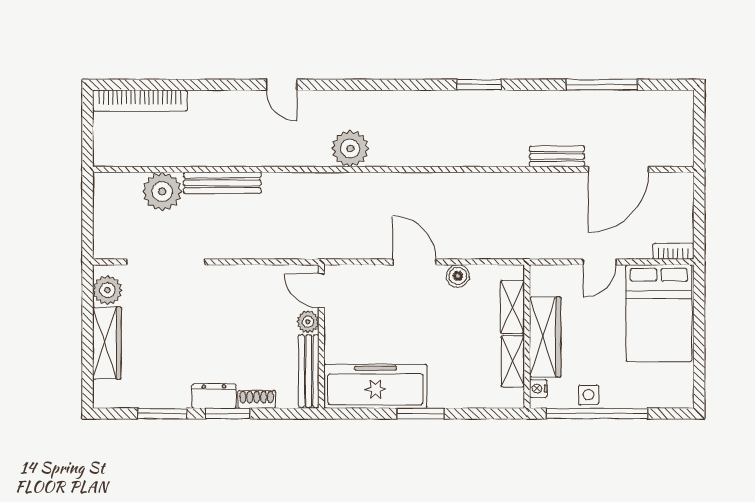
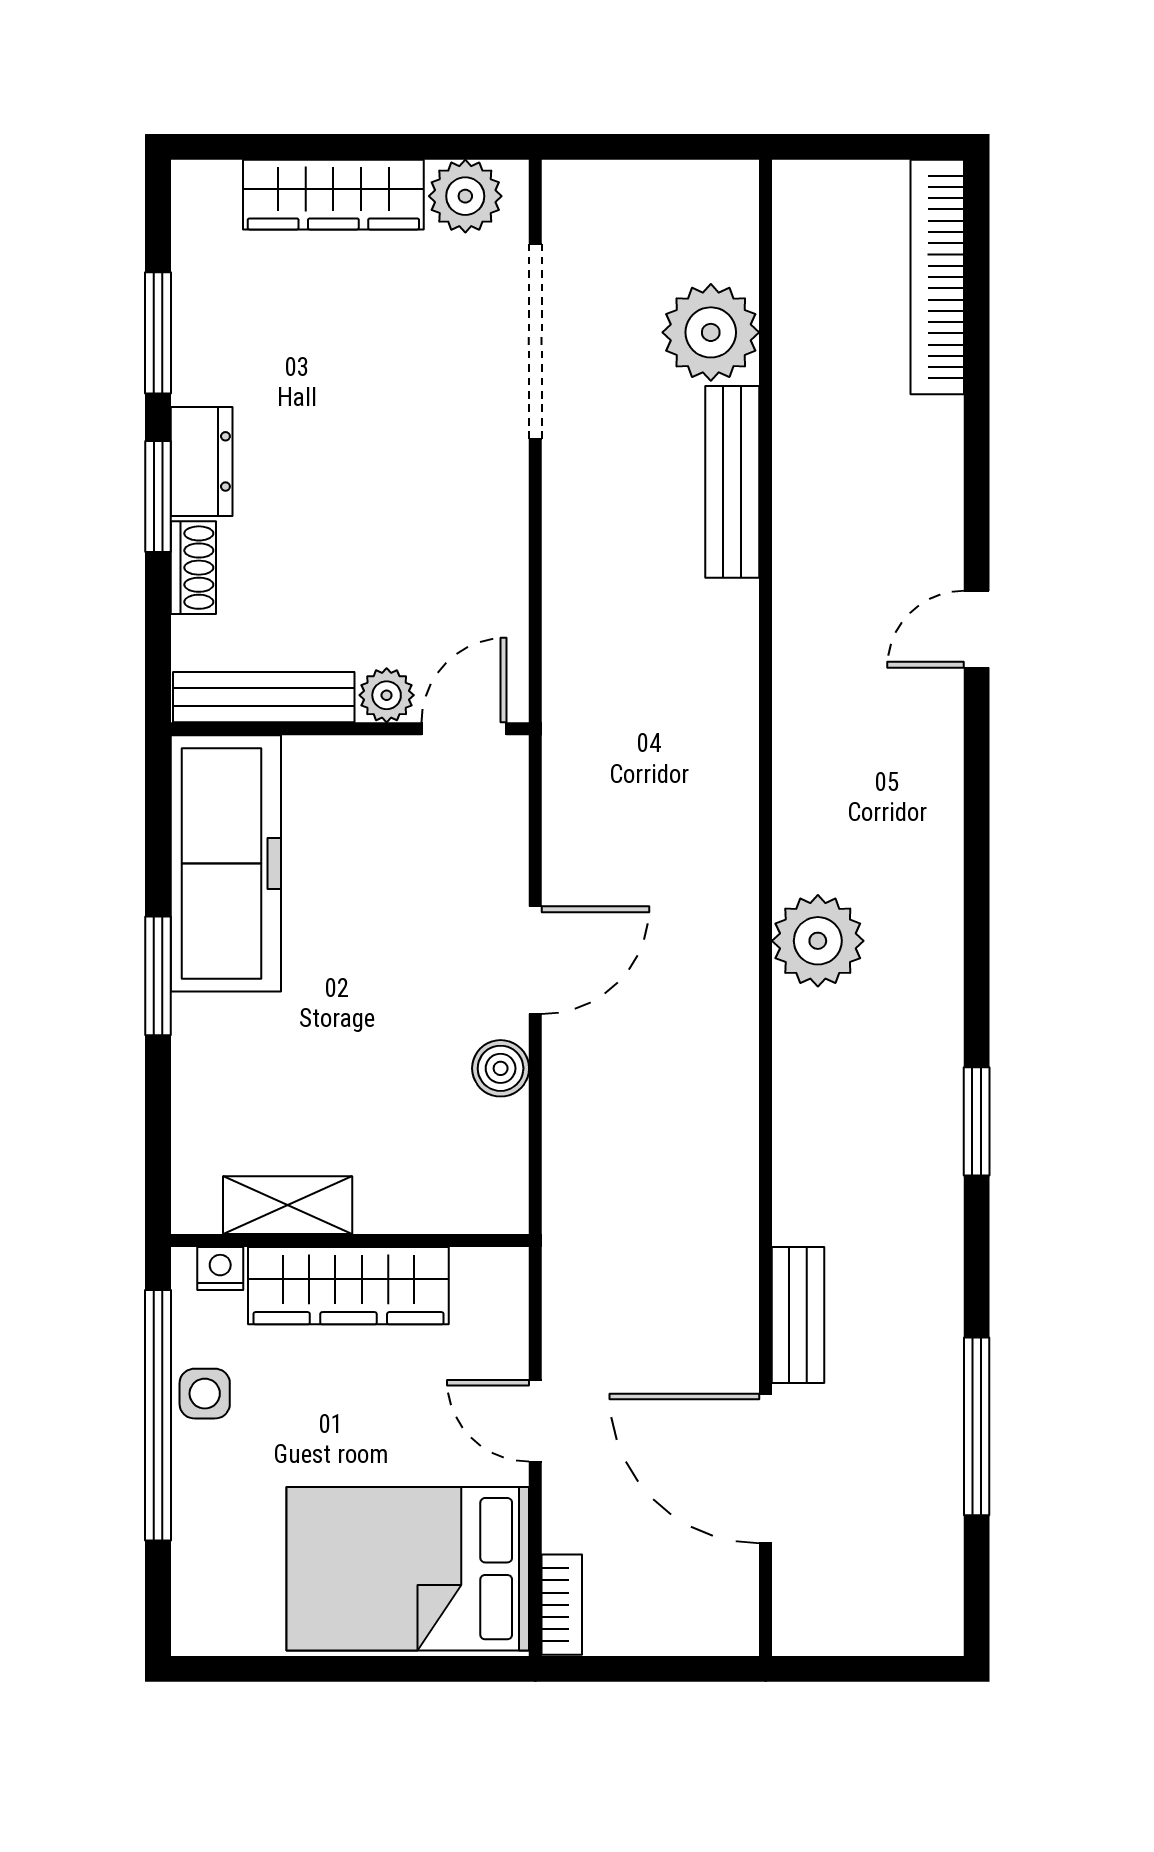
plant: (350, 148) -> (818, 941), moved
shelving: (512, 307) -> (423, 1204), removed

